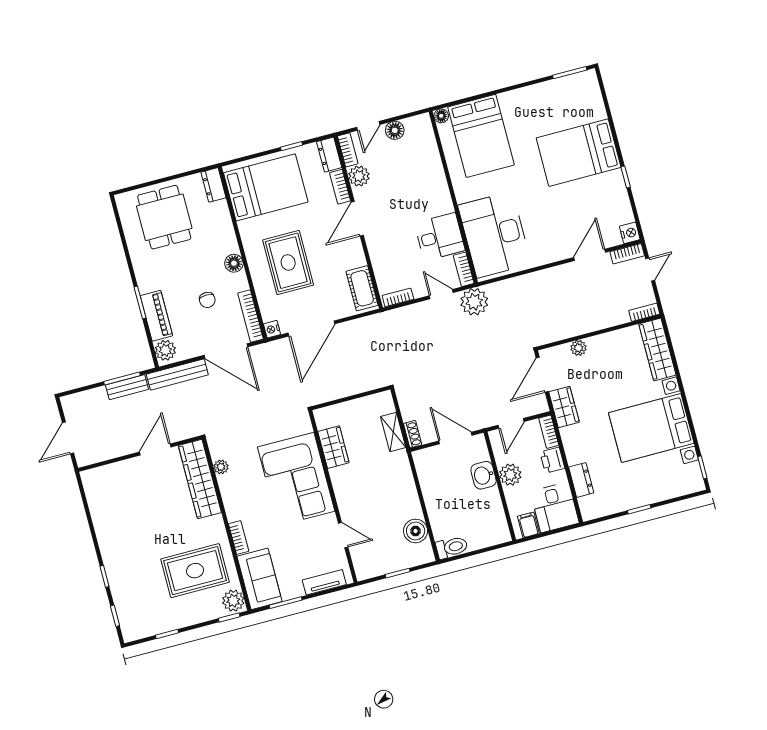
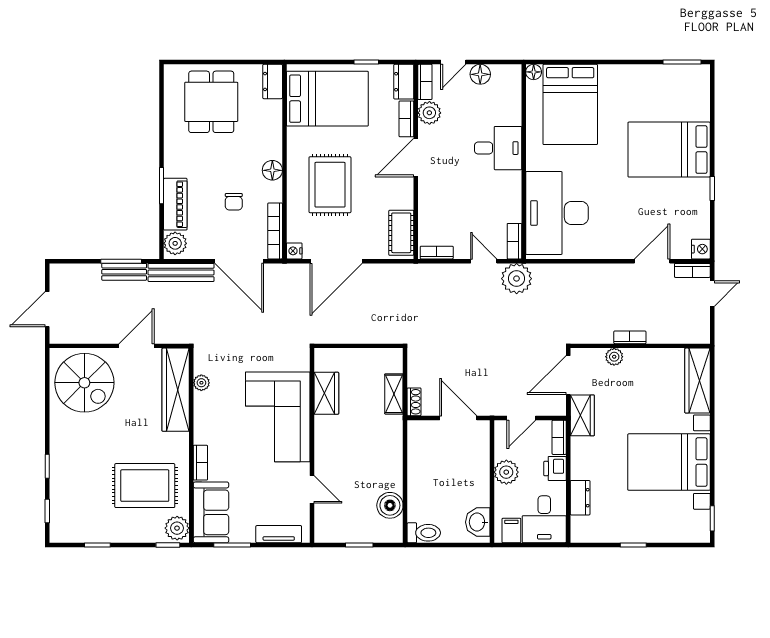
desk: (440, 237) -> (498, 148), moved
bookcase: (644, 312) -> (630, 337), moved
washbasin: (484, 475) -> (478, 522), moved
spiral stairs: (118, 494) -> (84, 383), added

